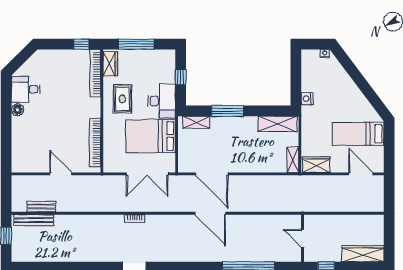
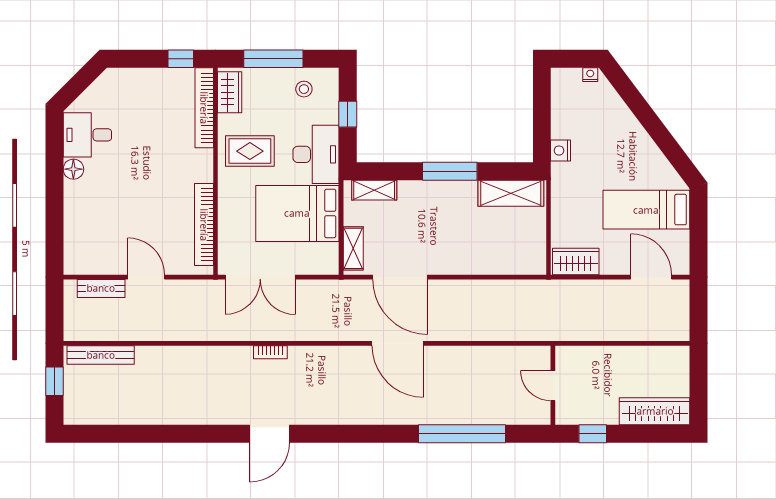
stool: (154, 62) -> (304, 89), added
rug: (122, 99) -> (250, 151), turned 90
window: (228, 111) -> (450, 171), moved
shelving: (293, 160) -> (353, 248), moved
double door: (147, 174) -> (260, 277), moved
bench: (41, 207) -> (101, 288), moved

